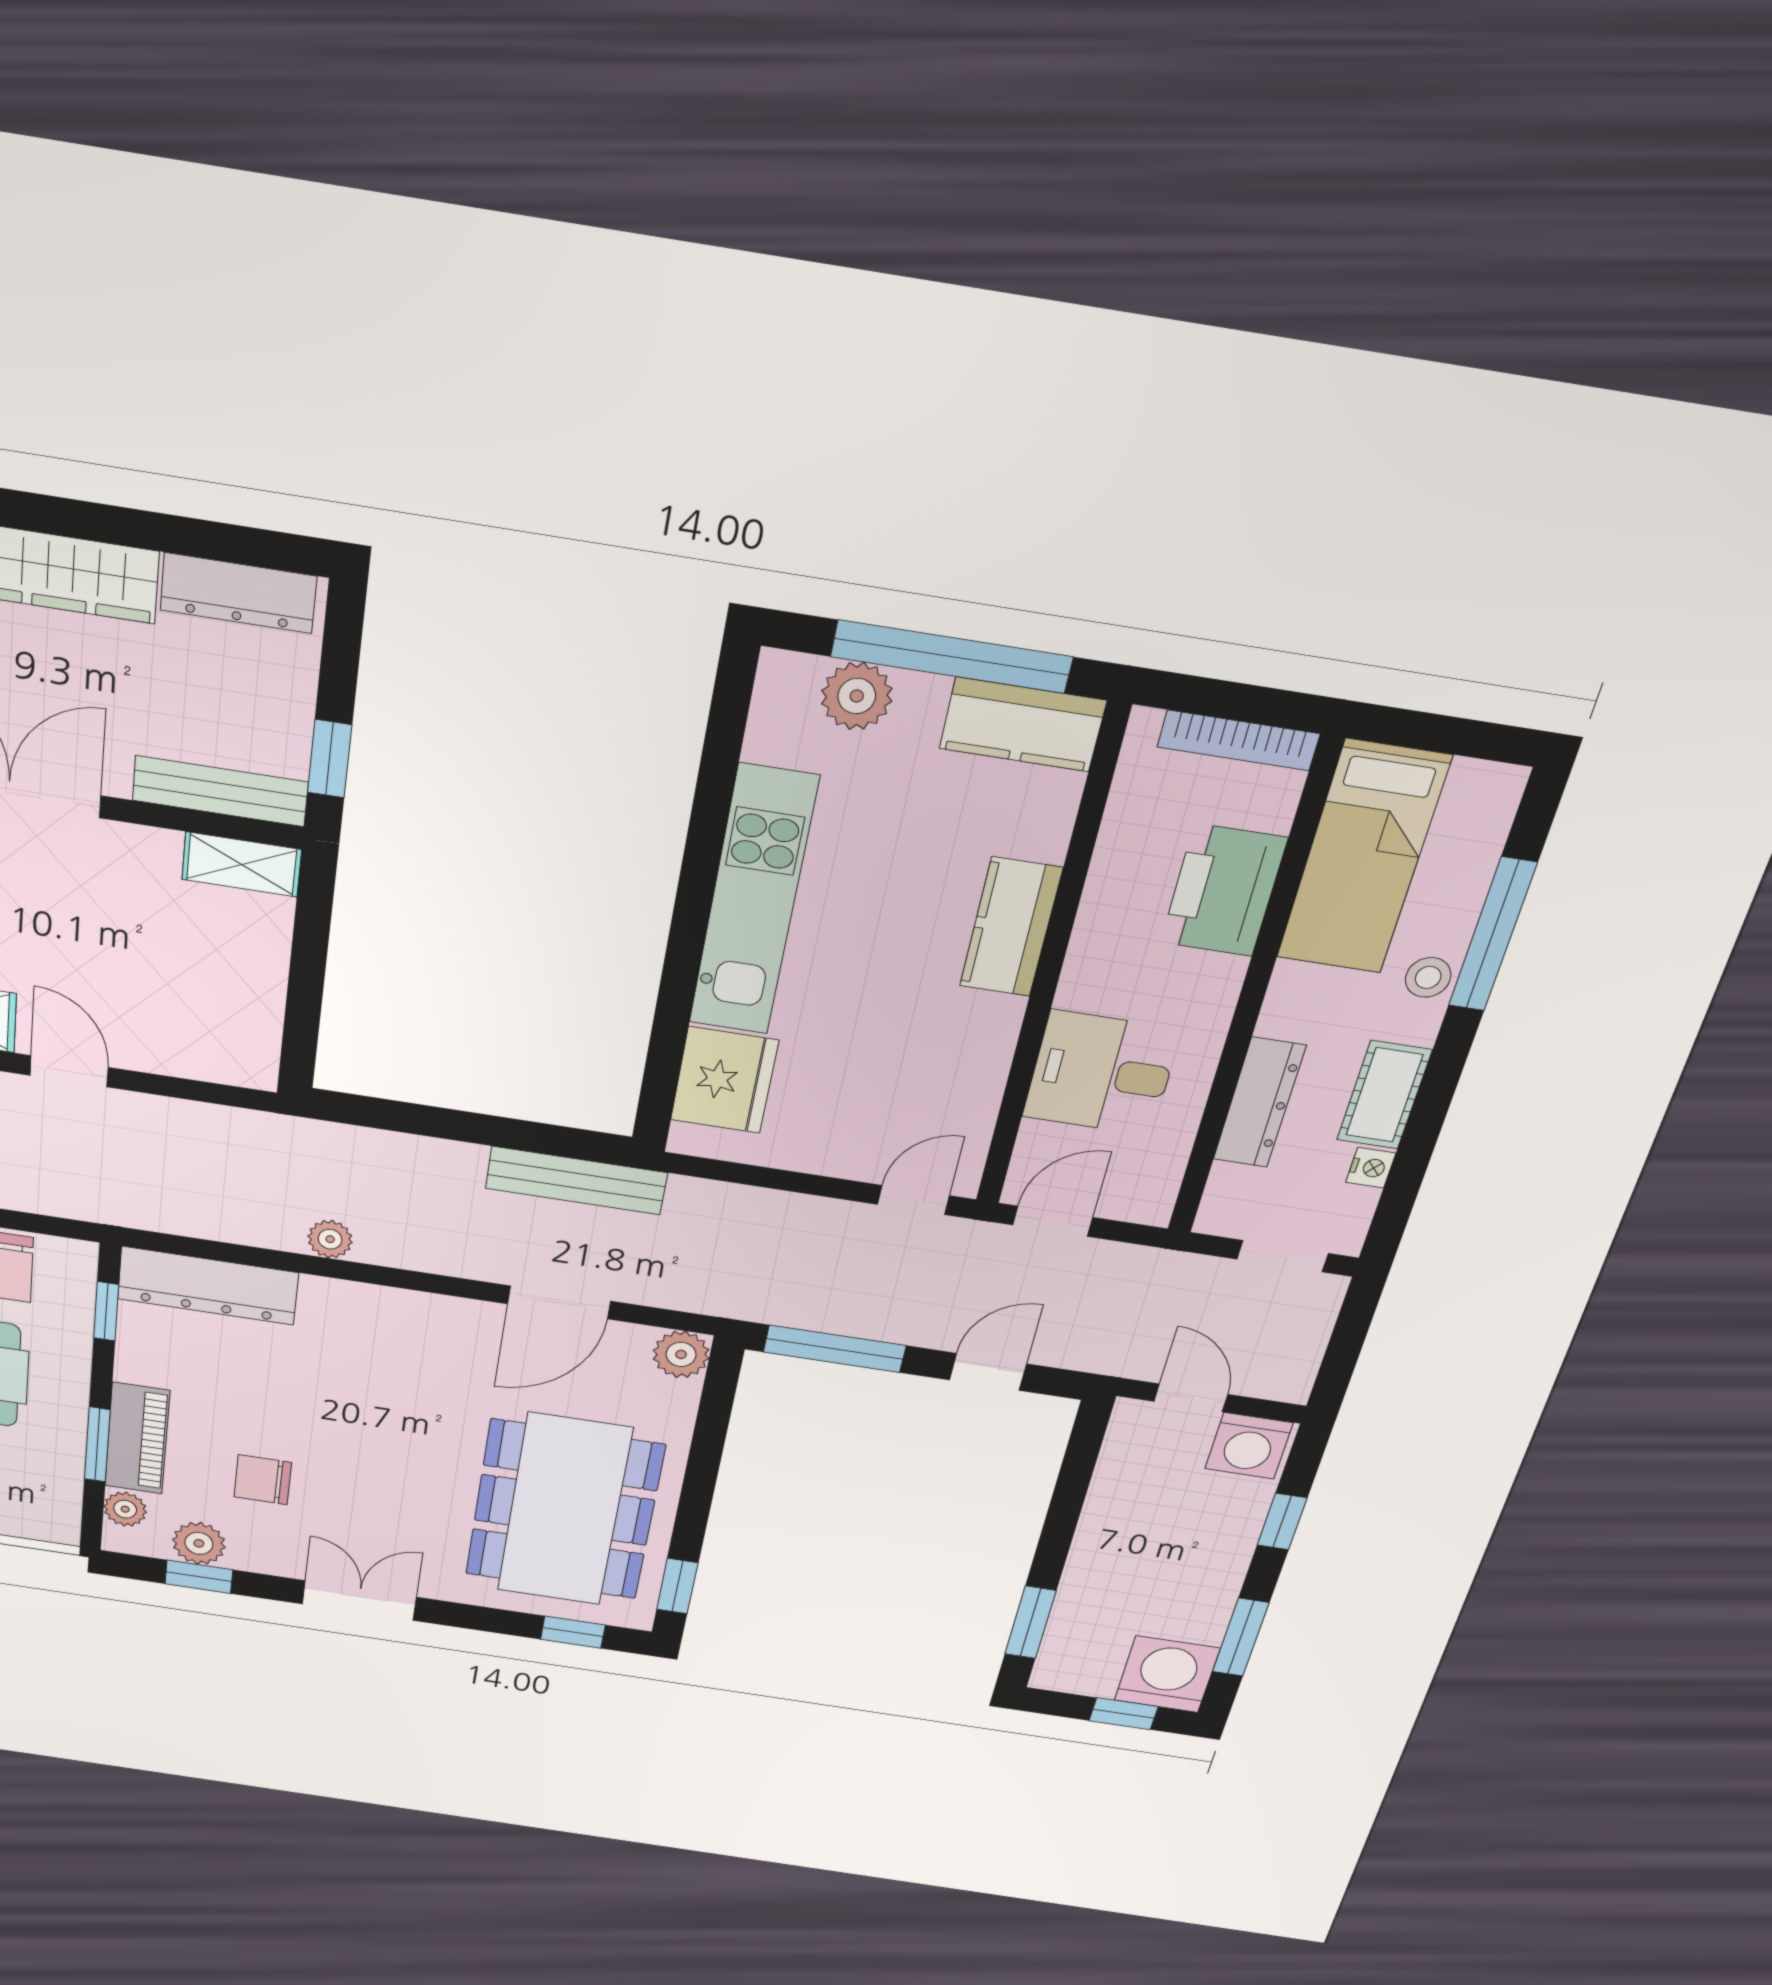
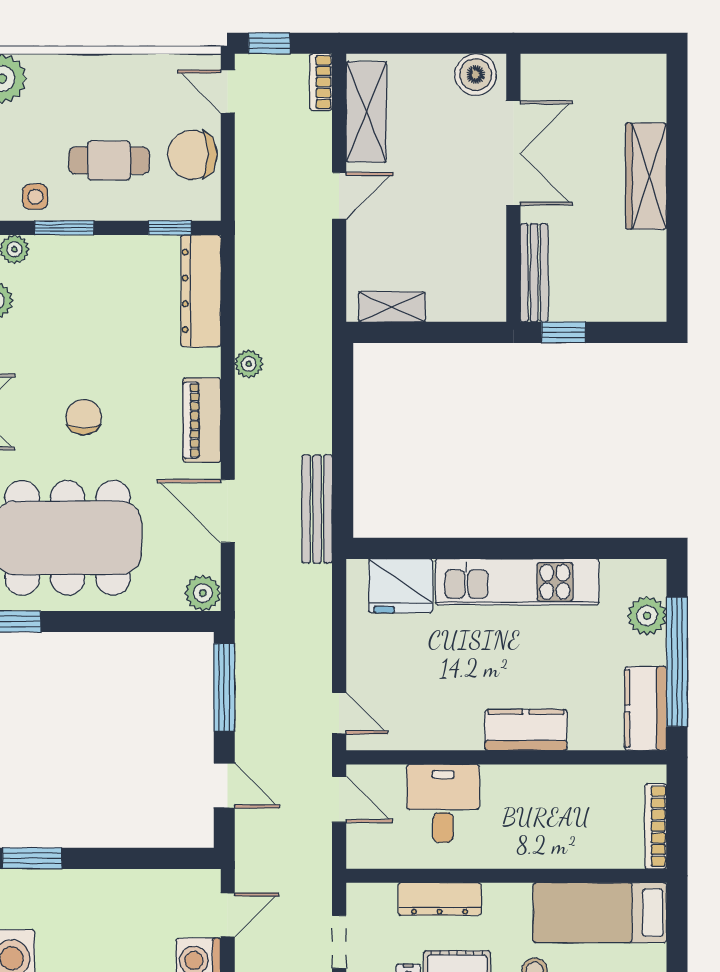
dresser: (238, 593) -> (650, 274), removed
shelving: (242, 864) -> (392, 307), moved, turned 90
printer: (1224, 890) -> (568, 842), removed
piano: (137, 1438) -> (202, 420), moved, turned 90
side table: (48, 1473) -> (35, 197), added
chair: (263, 1480) -> (84, 417), moved

